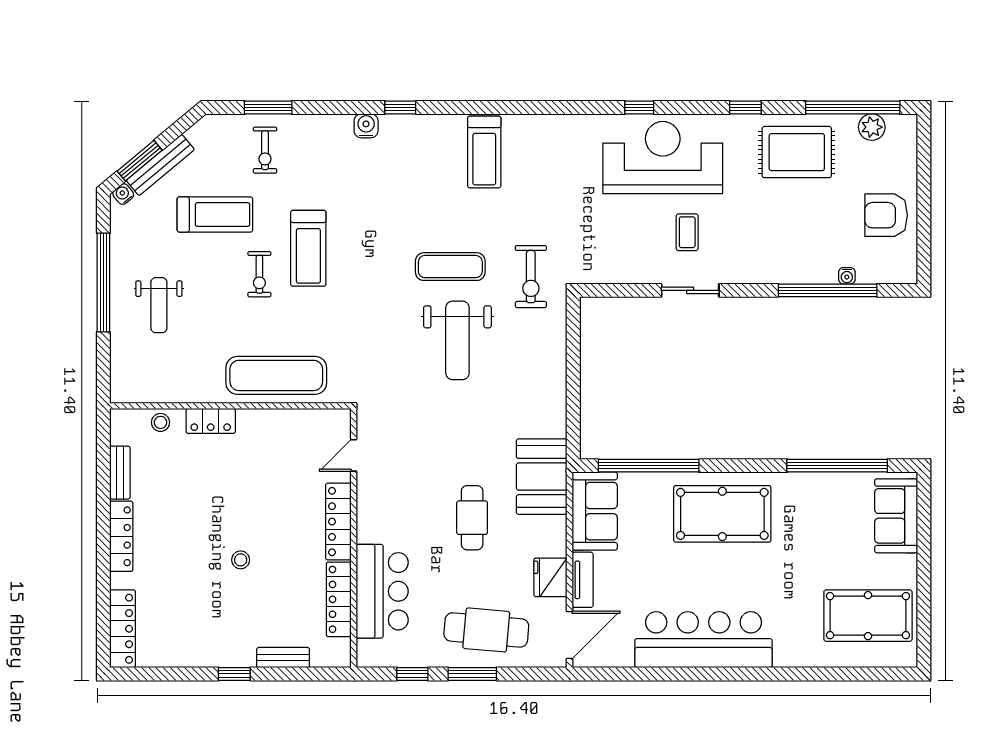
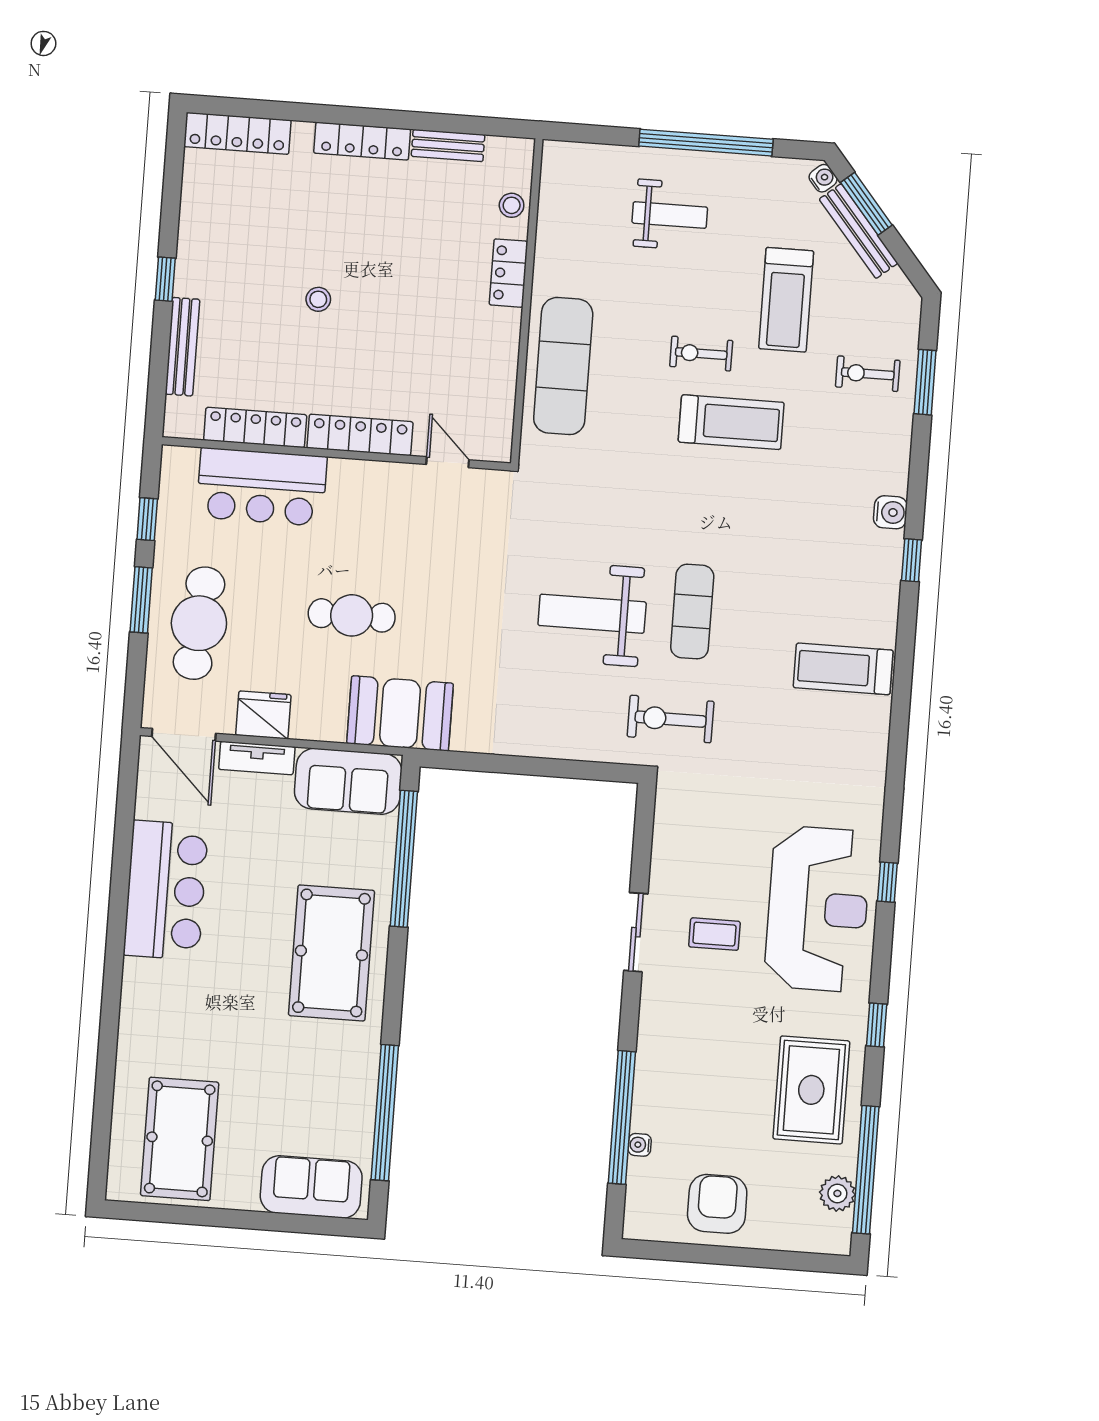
treadmill: (308, 248) -> (731, 422), turned 180
weight bench: (159, 305) -> (670, 215), turned 180
bar counter: (703, 640) -> (166, 890), width x0.73
bench: (283, 658) -> (182, 347), width x1.36

